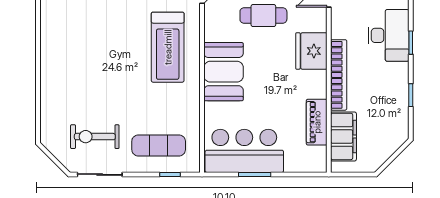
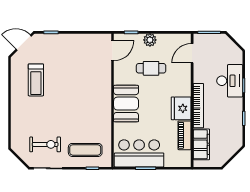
treadmill: (168, 47) -> (36, 80), moved, width x0.73, depth x0.73
fridge: (311, 51) -> (181, 108), moved
exercise bike: (95, 137) -> (45, 144), turned 180

